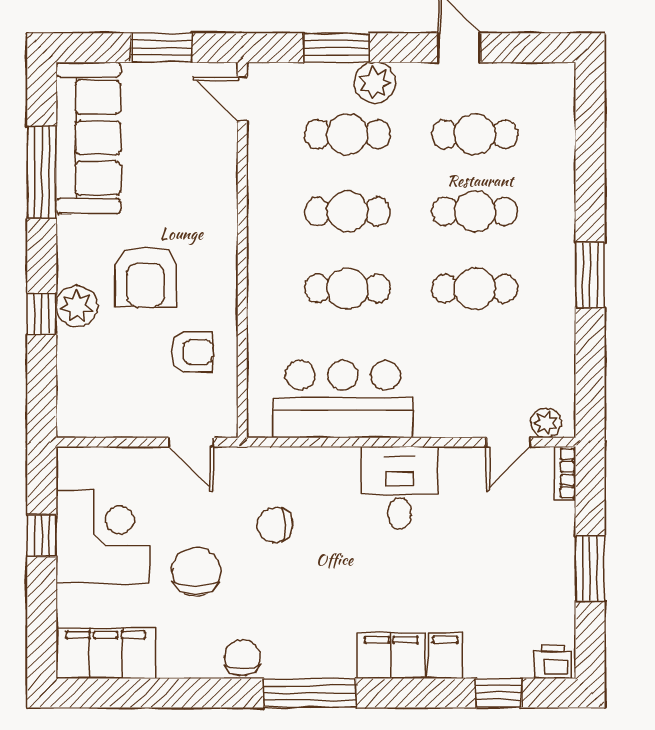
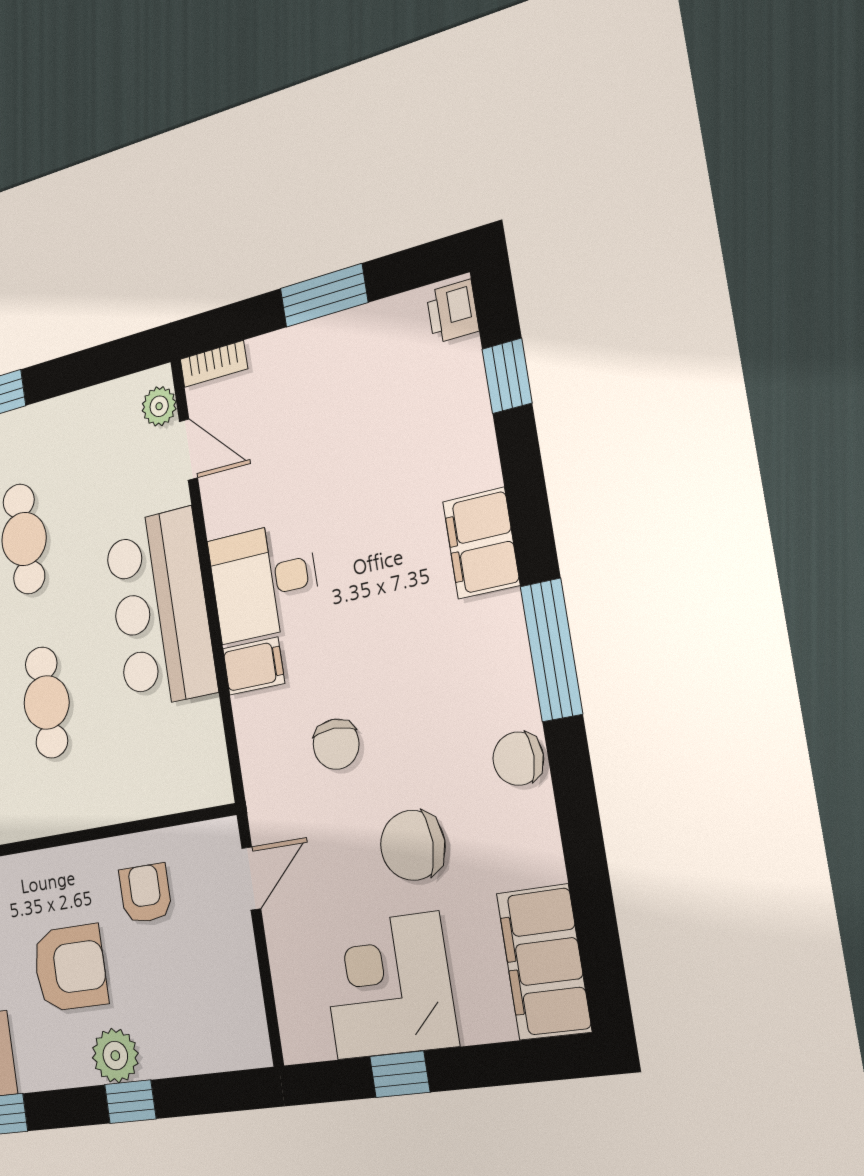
bar counter: (343, 399) -> (160, 609), moved
filing cabinet: (445, 656) -> (254, 666), moved, turned 180

